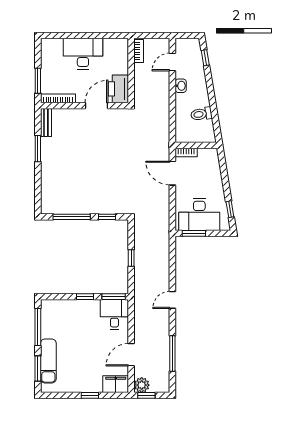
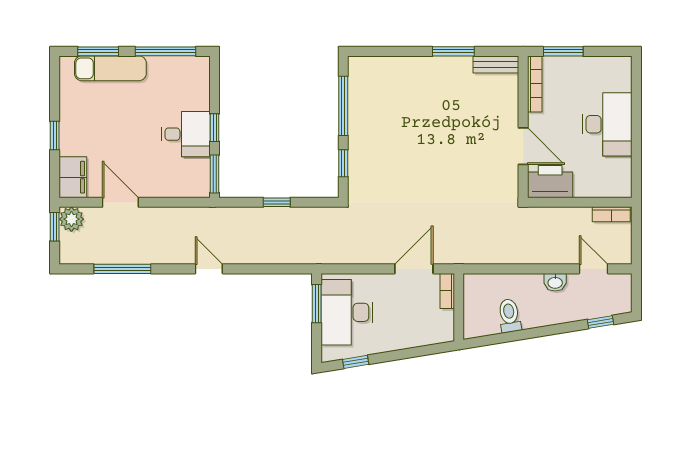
desk: (114, 314) -> (186, 134), moved

